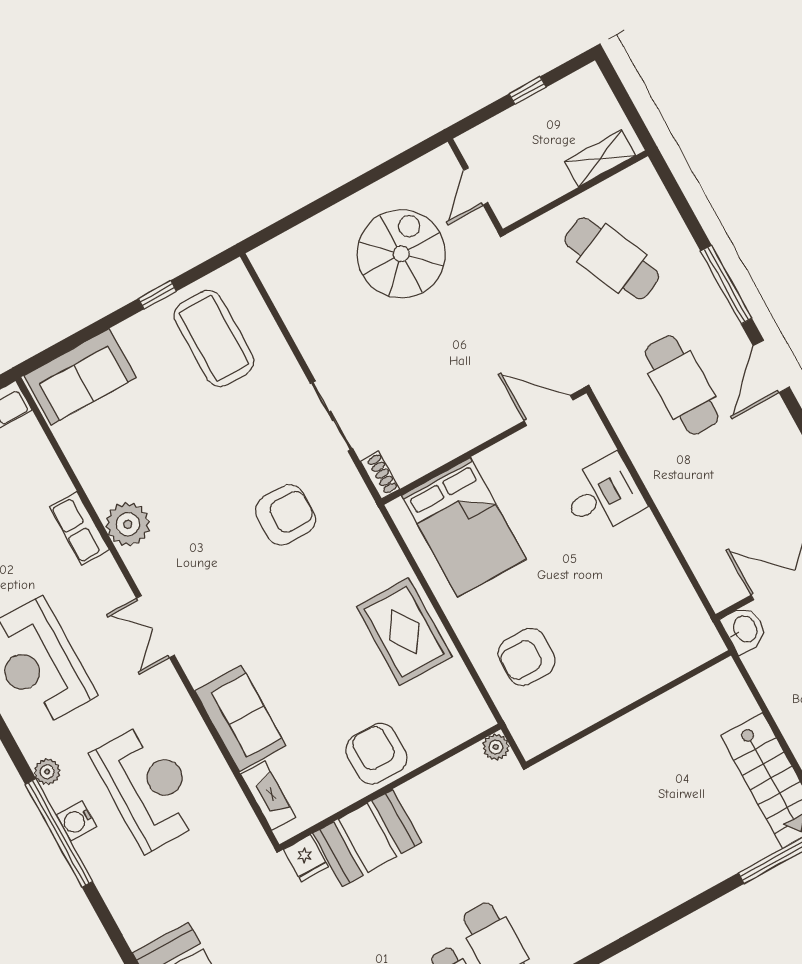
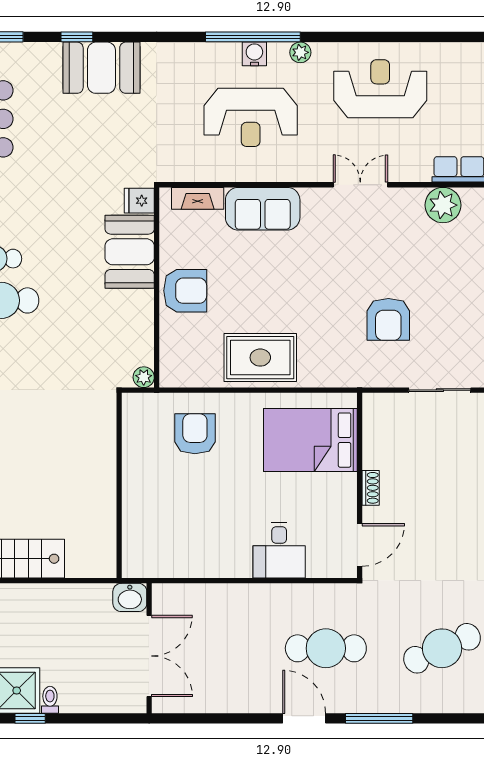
shoe rack: (380, 475) -> (371, 488), moved, turned -90

